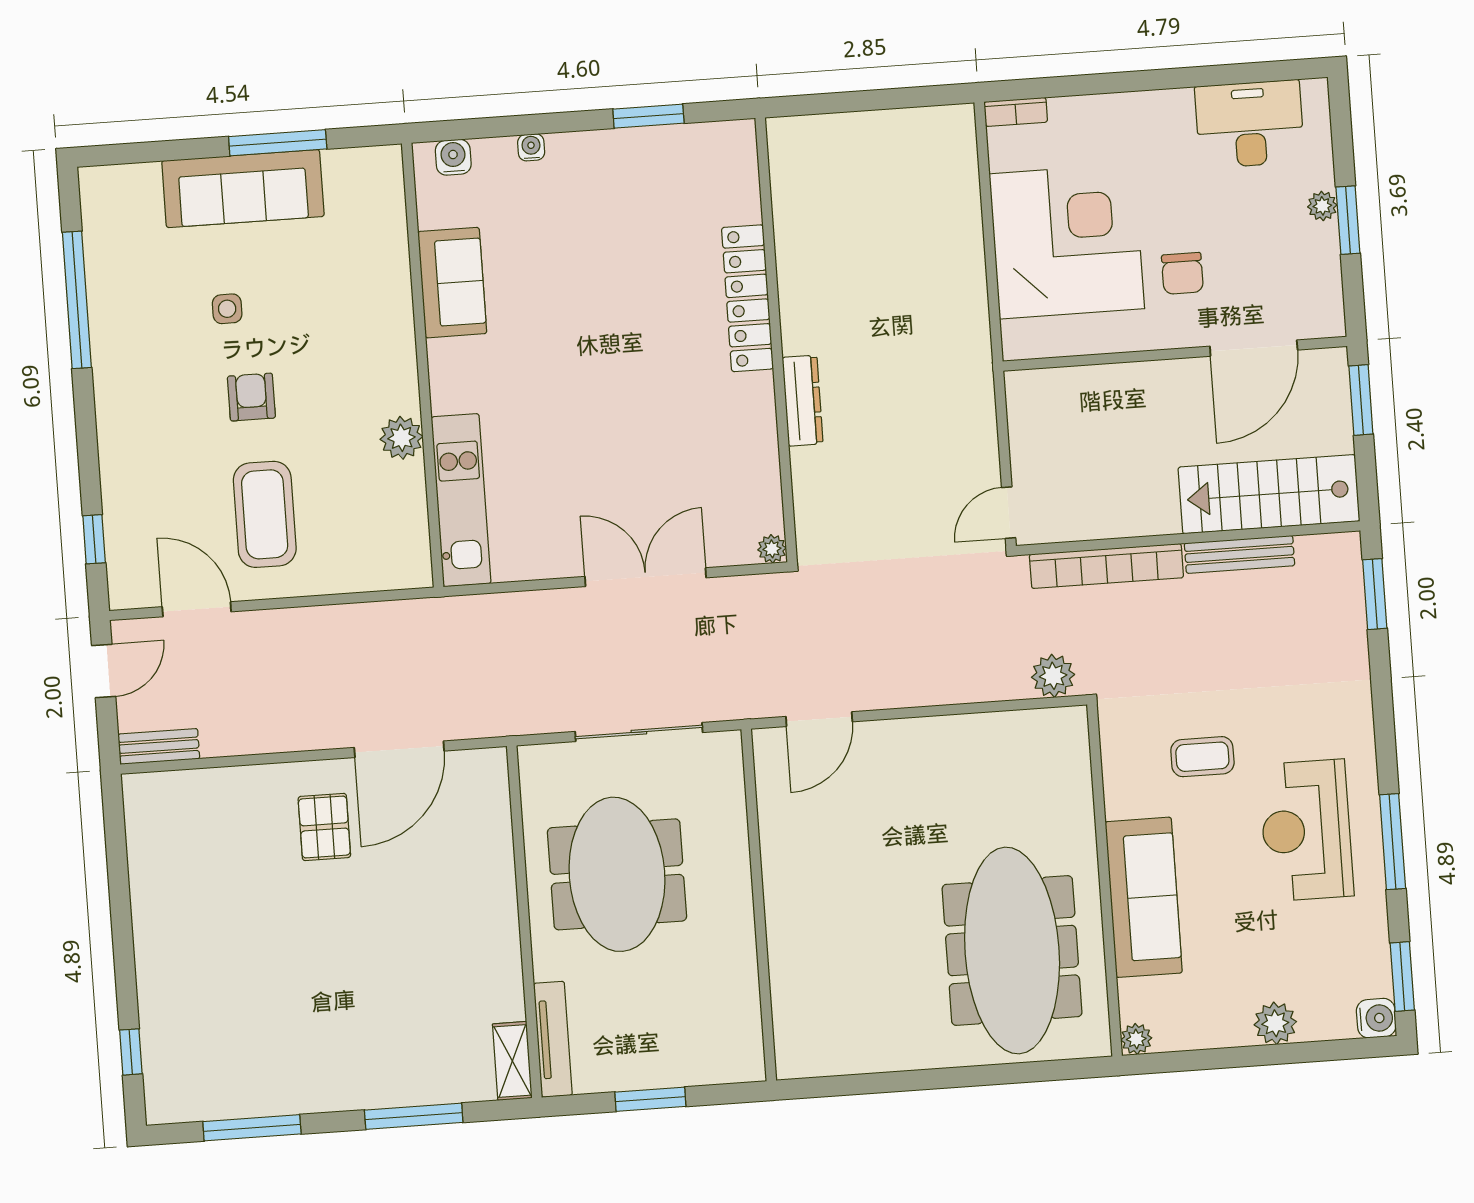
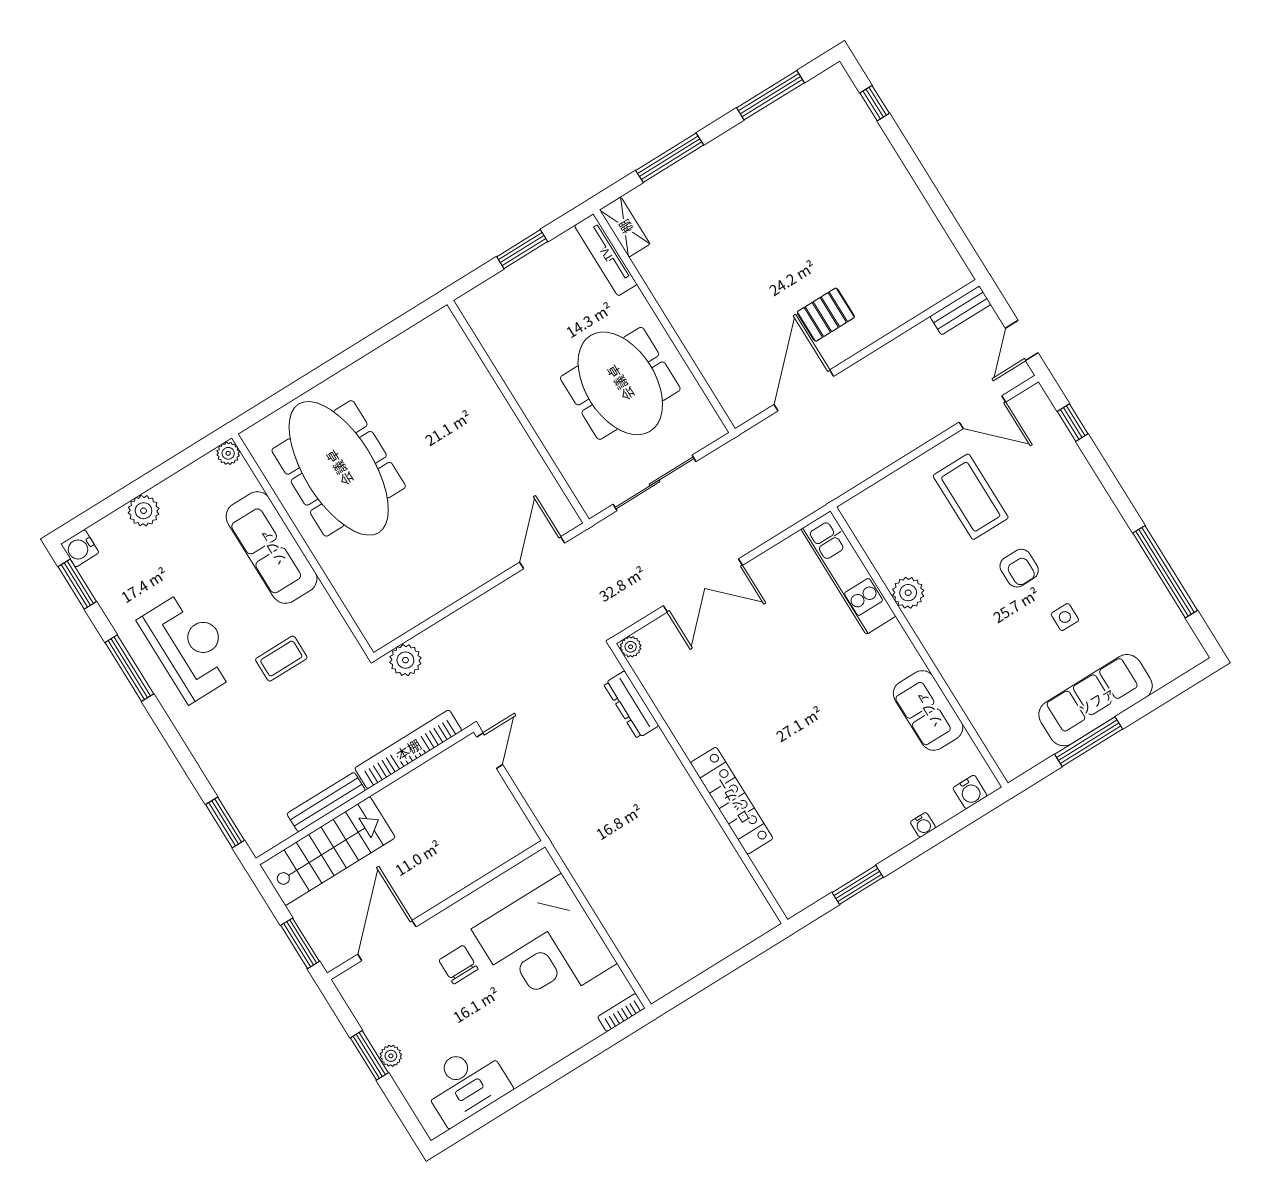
dresser: (803, 401) -> (631, 705), moved
pallet: (324, 827) -> (826, 315), turned 90

